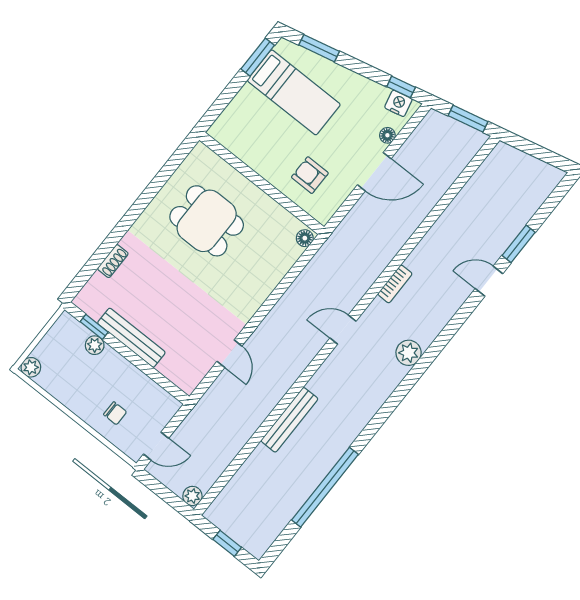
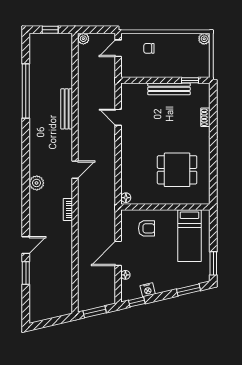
bed: (294, 92) -> (189, 236), moved, turned -90
nightstand: (398, 103) -> (148, 290), moved
plant: (95, 345) -> (183, 72), removed

